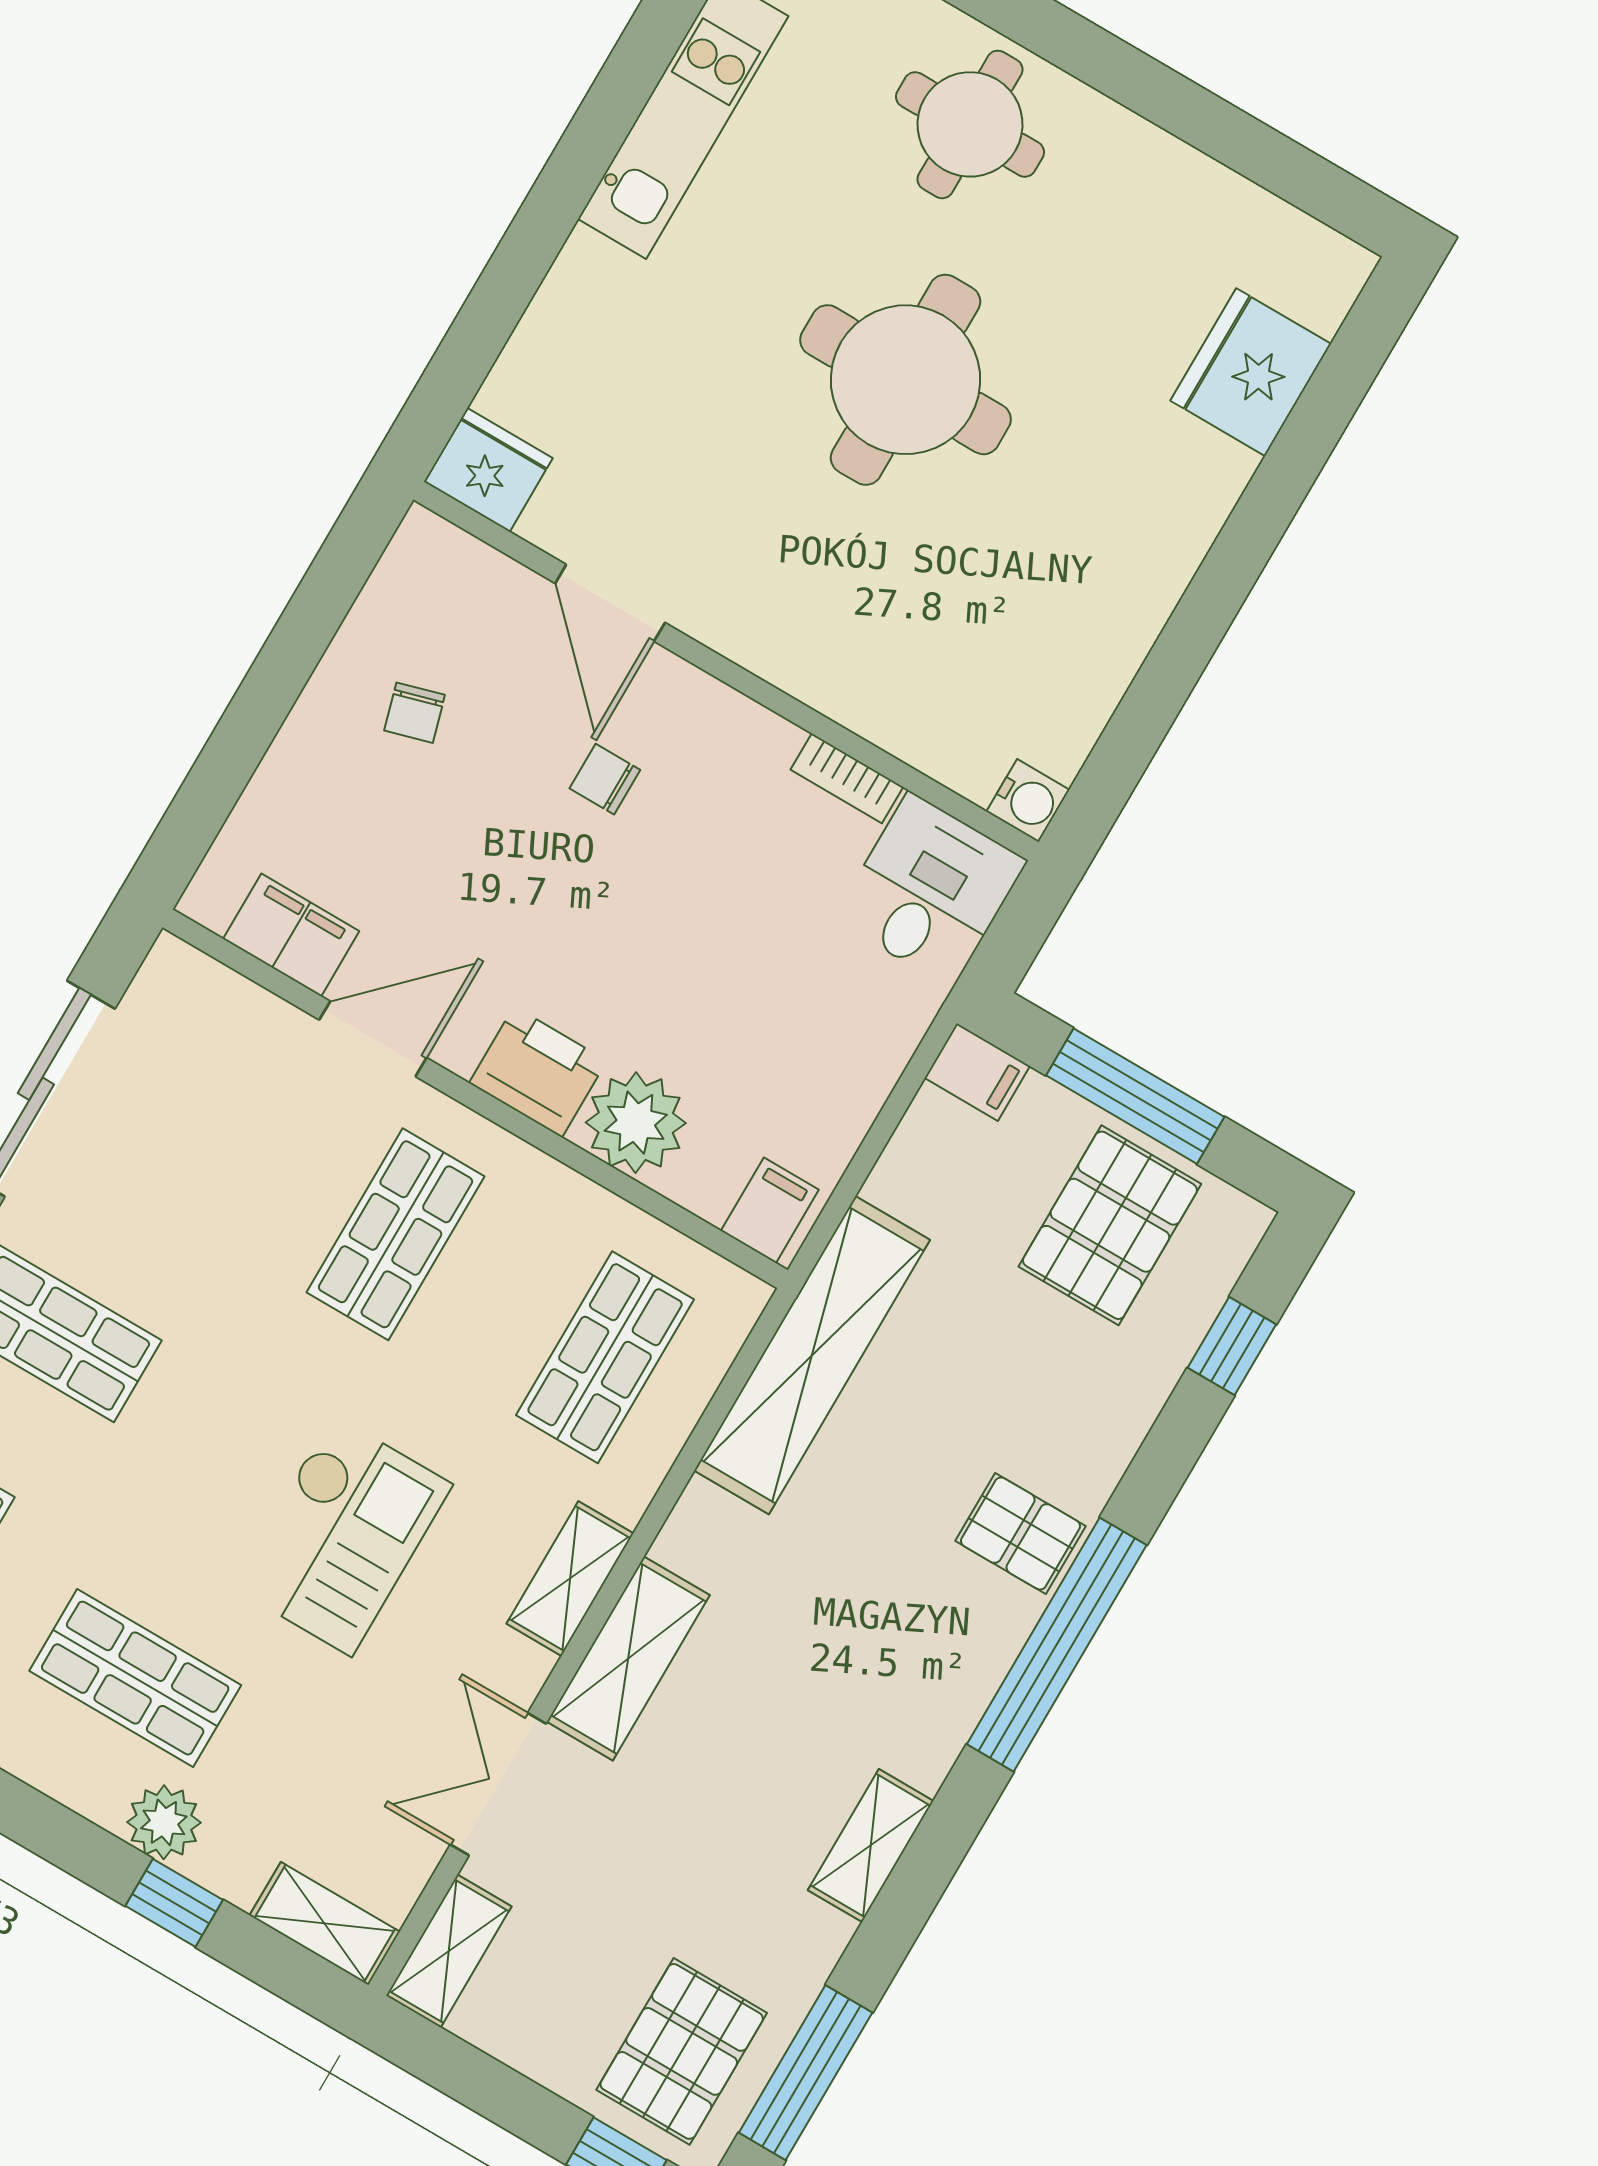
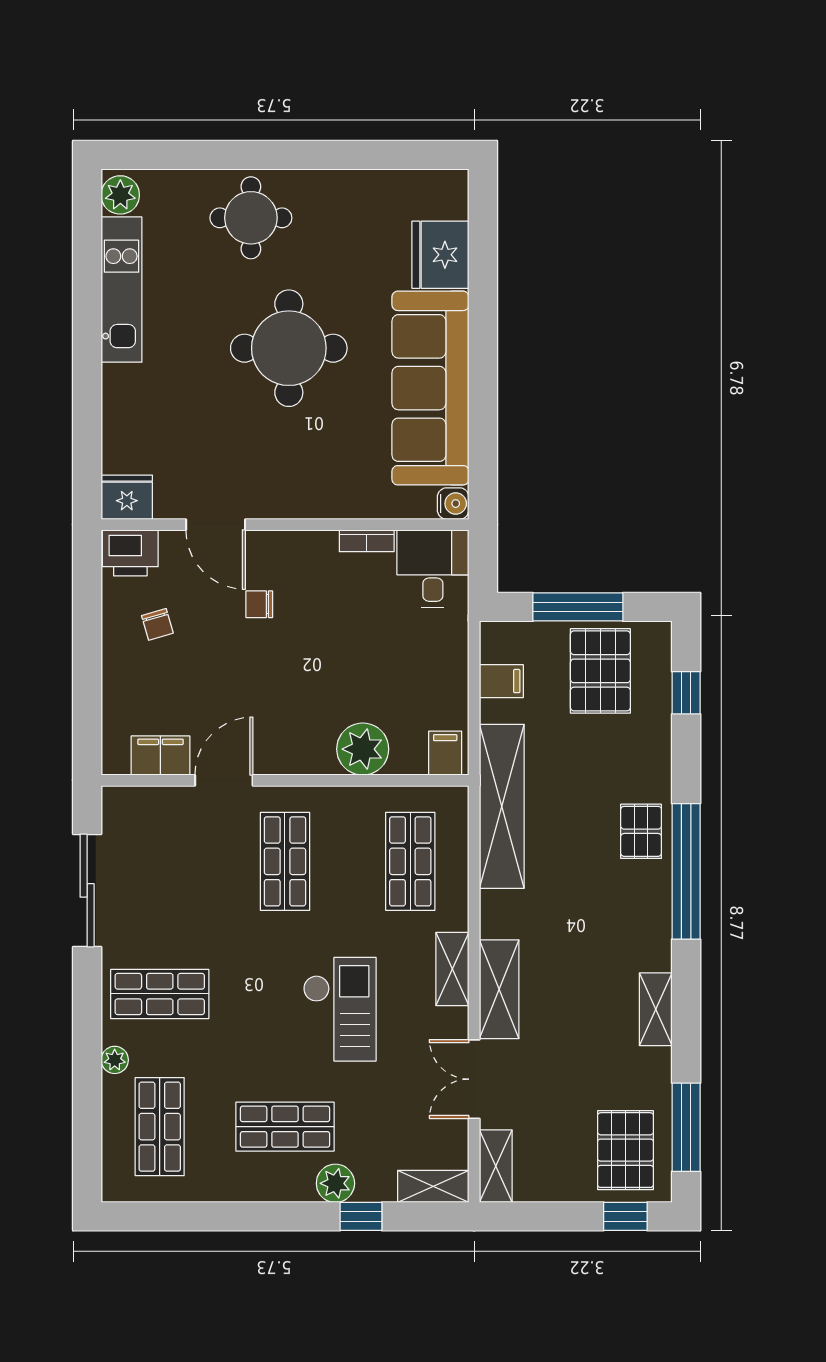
sofa: (1103, 585) -> (430, 388), added
printer: (538, 1072) -> (130, 553), moved, turned 180
filing cabinet: (977, 1072) -> (501, 681), moved
pallet: (1021, 1534) -> (641, 831), turned 90

